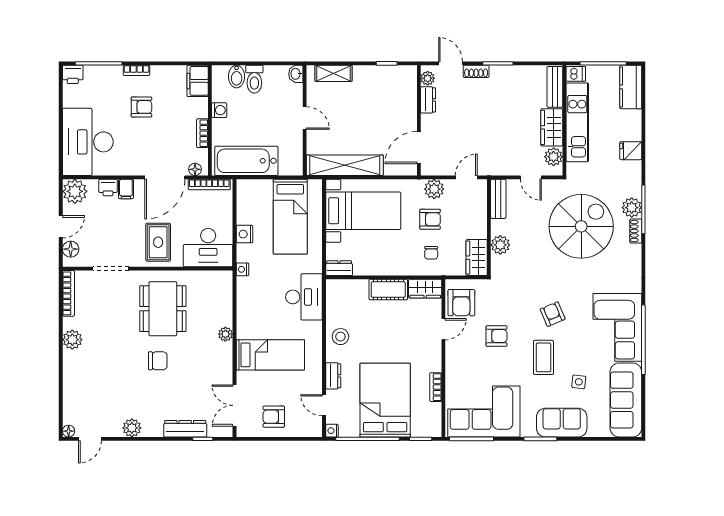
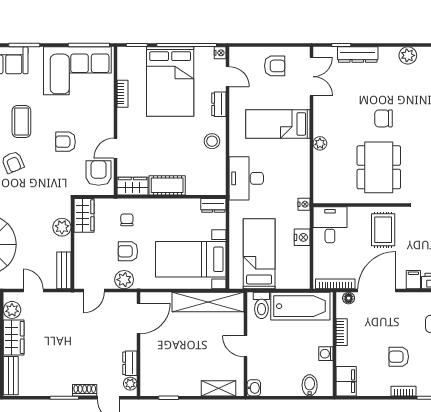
toilet: (254, 79) -> (261, 305), moved, turned 180
desk: (208, 248) -> (330, 225), width x0.73

